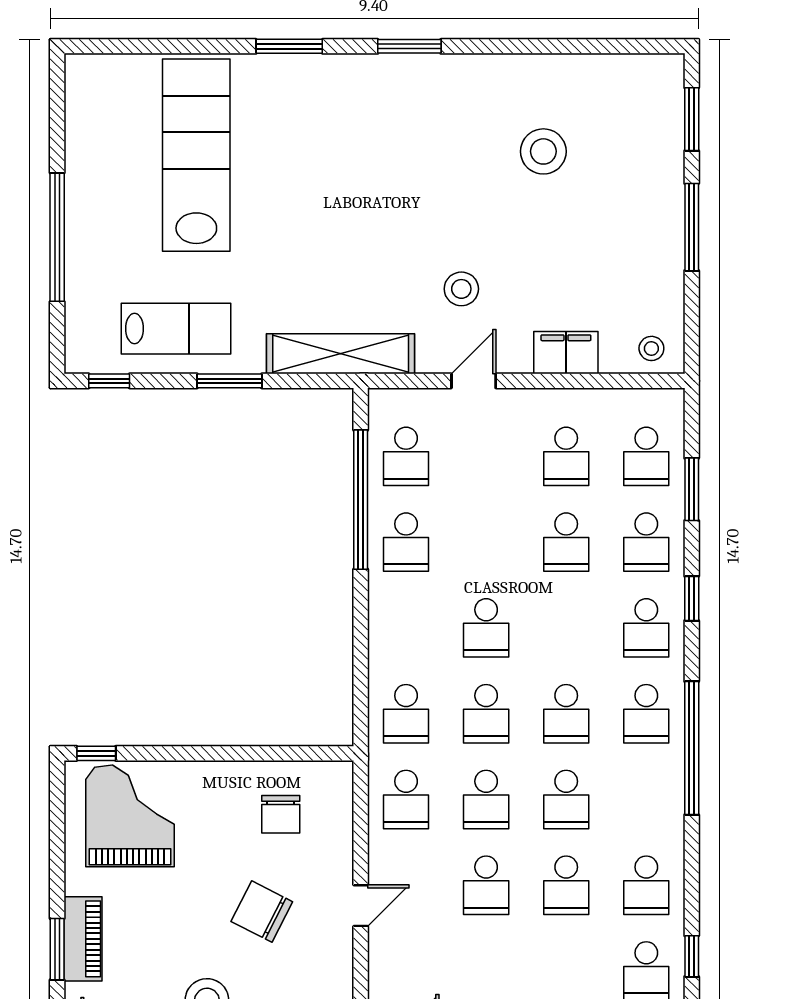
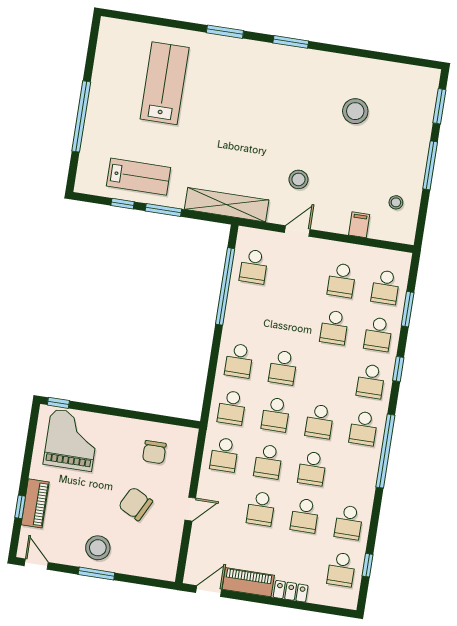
lab bench: (196, 155) -> (165, 83), width x0.73
stool: (651, 348) -> (396, 202), moved
filing cabinet: (566, 353) -> (359, 225), width x0.50
window: (109, 381) -> (123, 204), moved
school desk: (406, 542) -> (239, 361), moved
window: (57, 949) -> (20, 507), width x0.67

